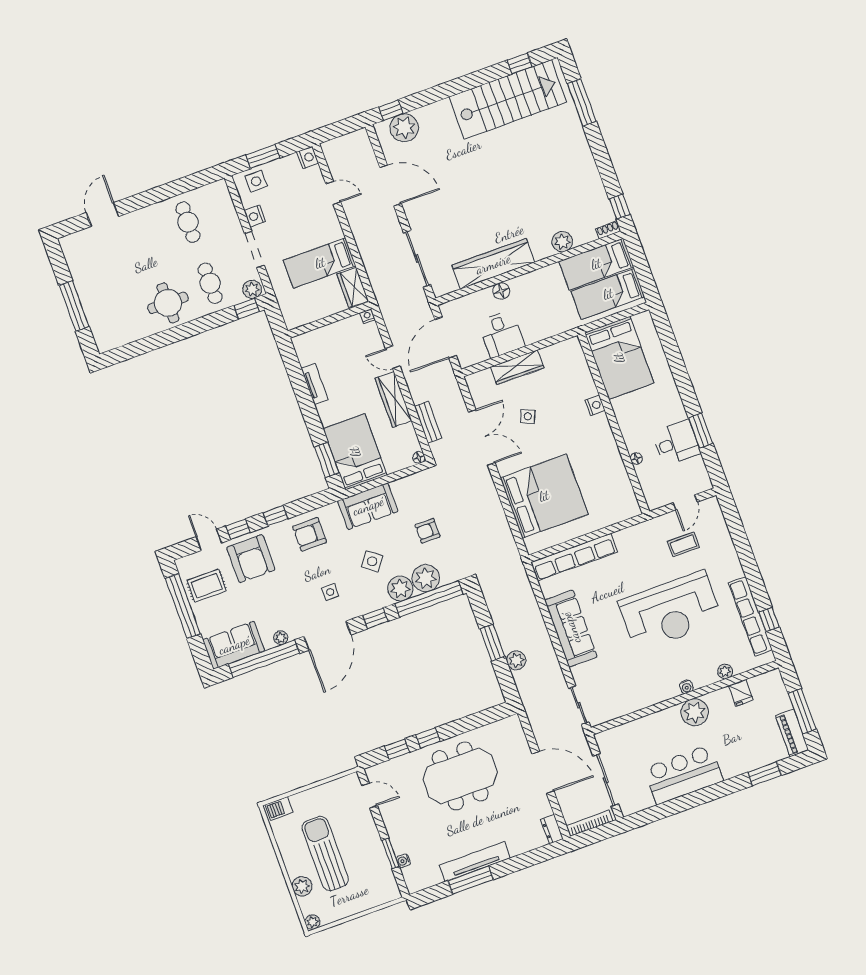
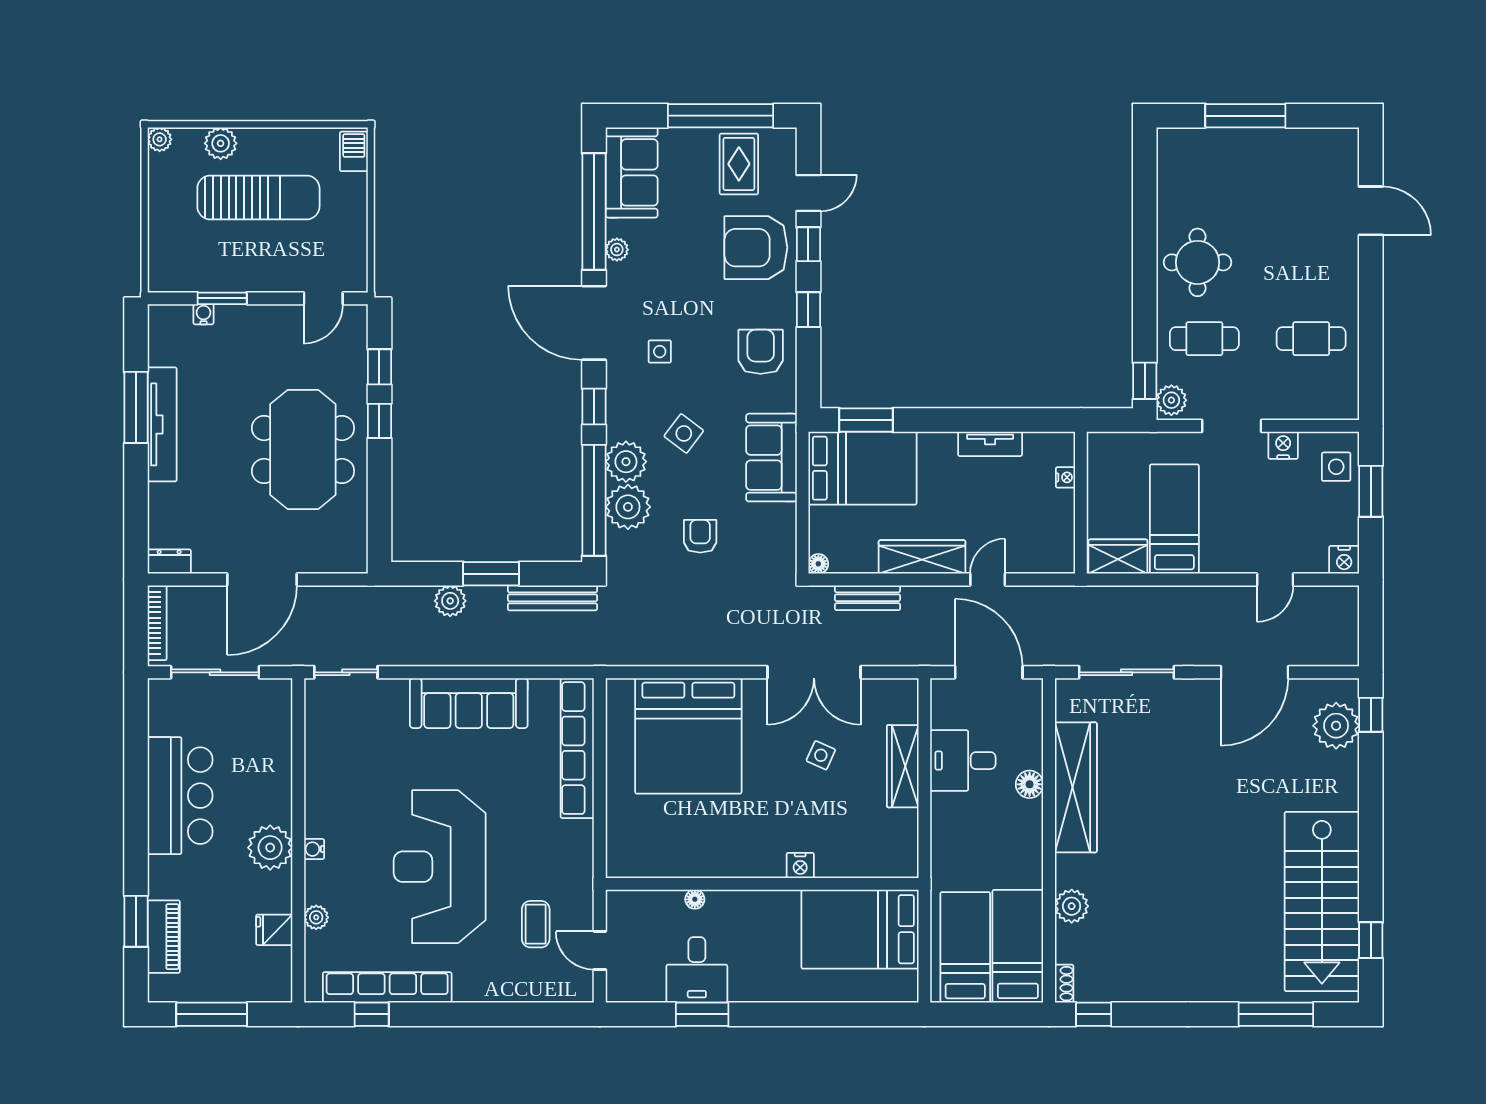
nightstand: (367, 316) -> (1065, 477), moved
bench: (493, 602) -> (552, 598), added
piano: (792, 733) -> (164, 937), moved, turned 90

